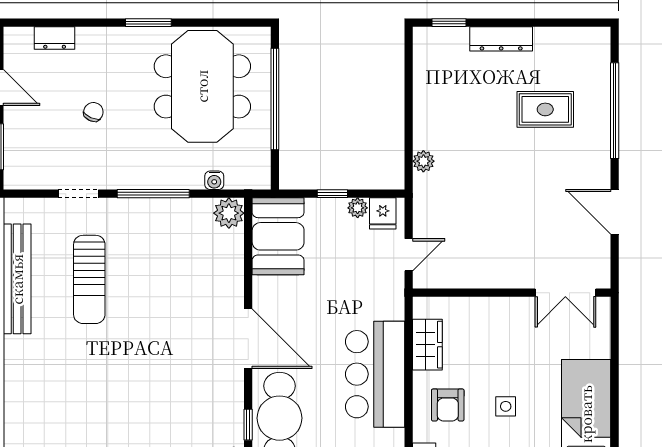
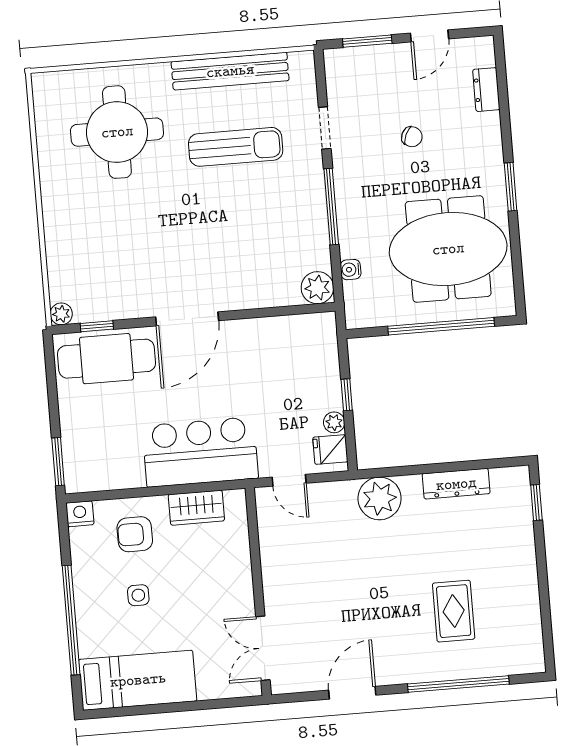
dresser: (501, 39) -> (456, 484), moved, turned -90
plant: (423, 161) -> (380, 498), width x1.88, depth x1.88
booth: (278, 236) -> (297, 341), removed
sun lounger: (89, 279) -> (236, 147), turned 180
bar counter: (375, 374) -> (200, 452), moved
round table: (66, 391) -> (117, 132), added

